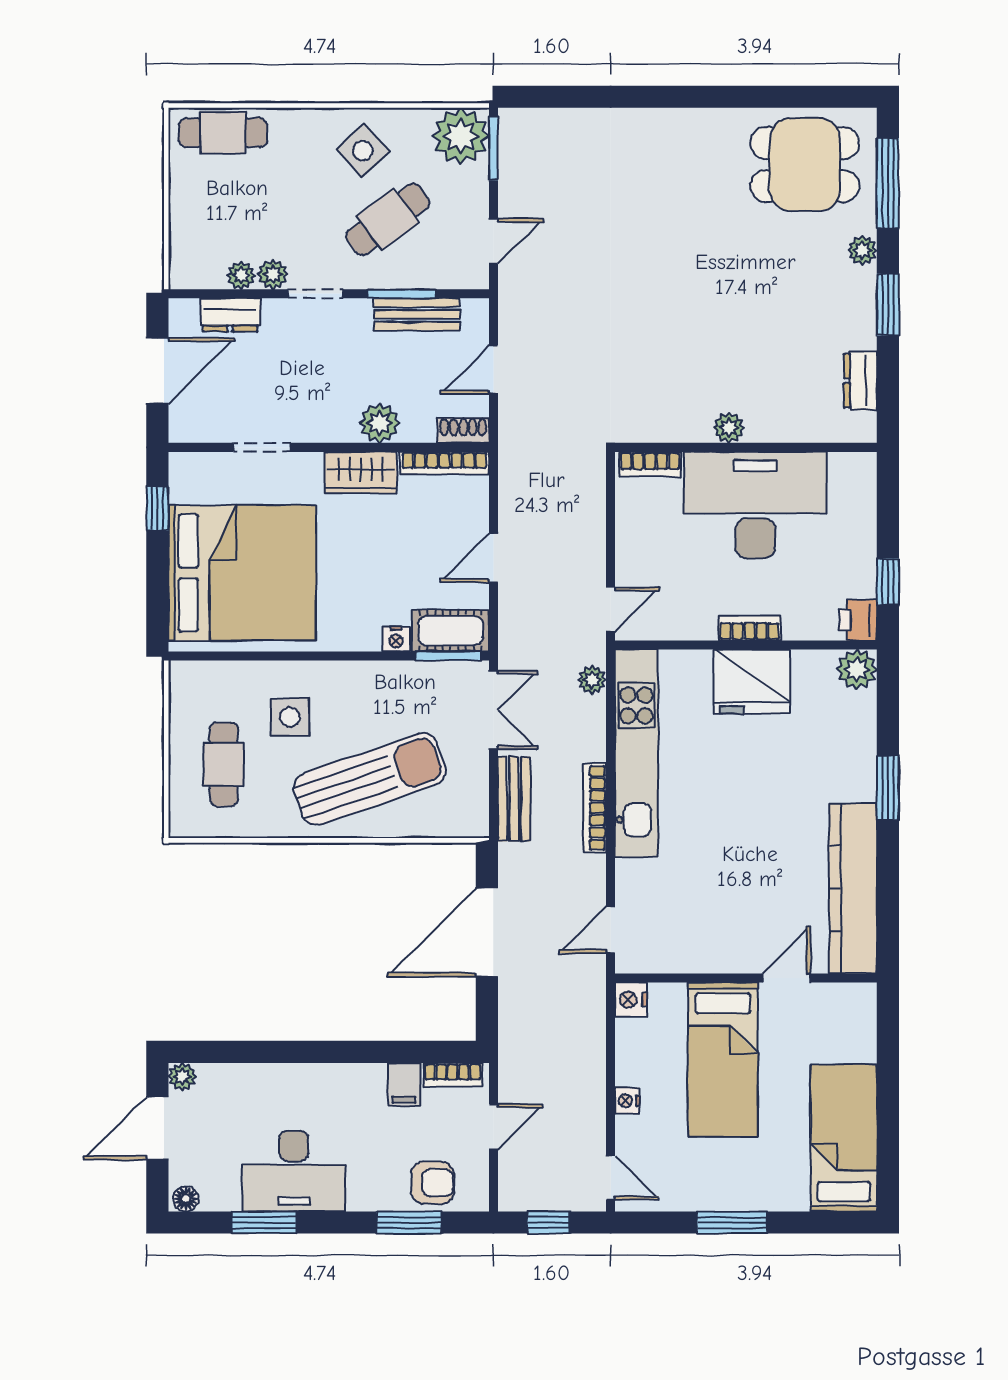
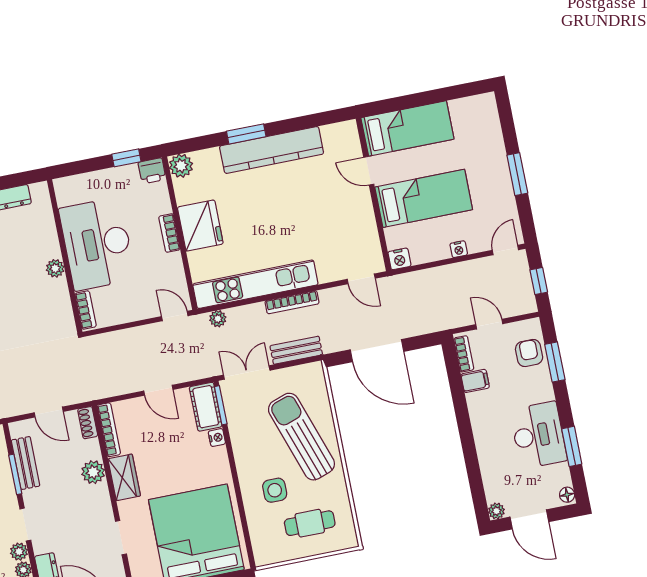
kitchen counter: (853, 888) -> (272, 150), moved
bed: (844, 1138) -> (407, 128), moved, turned 180

